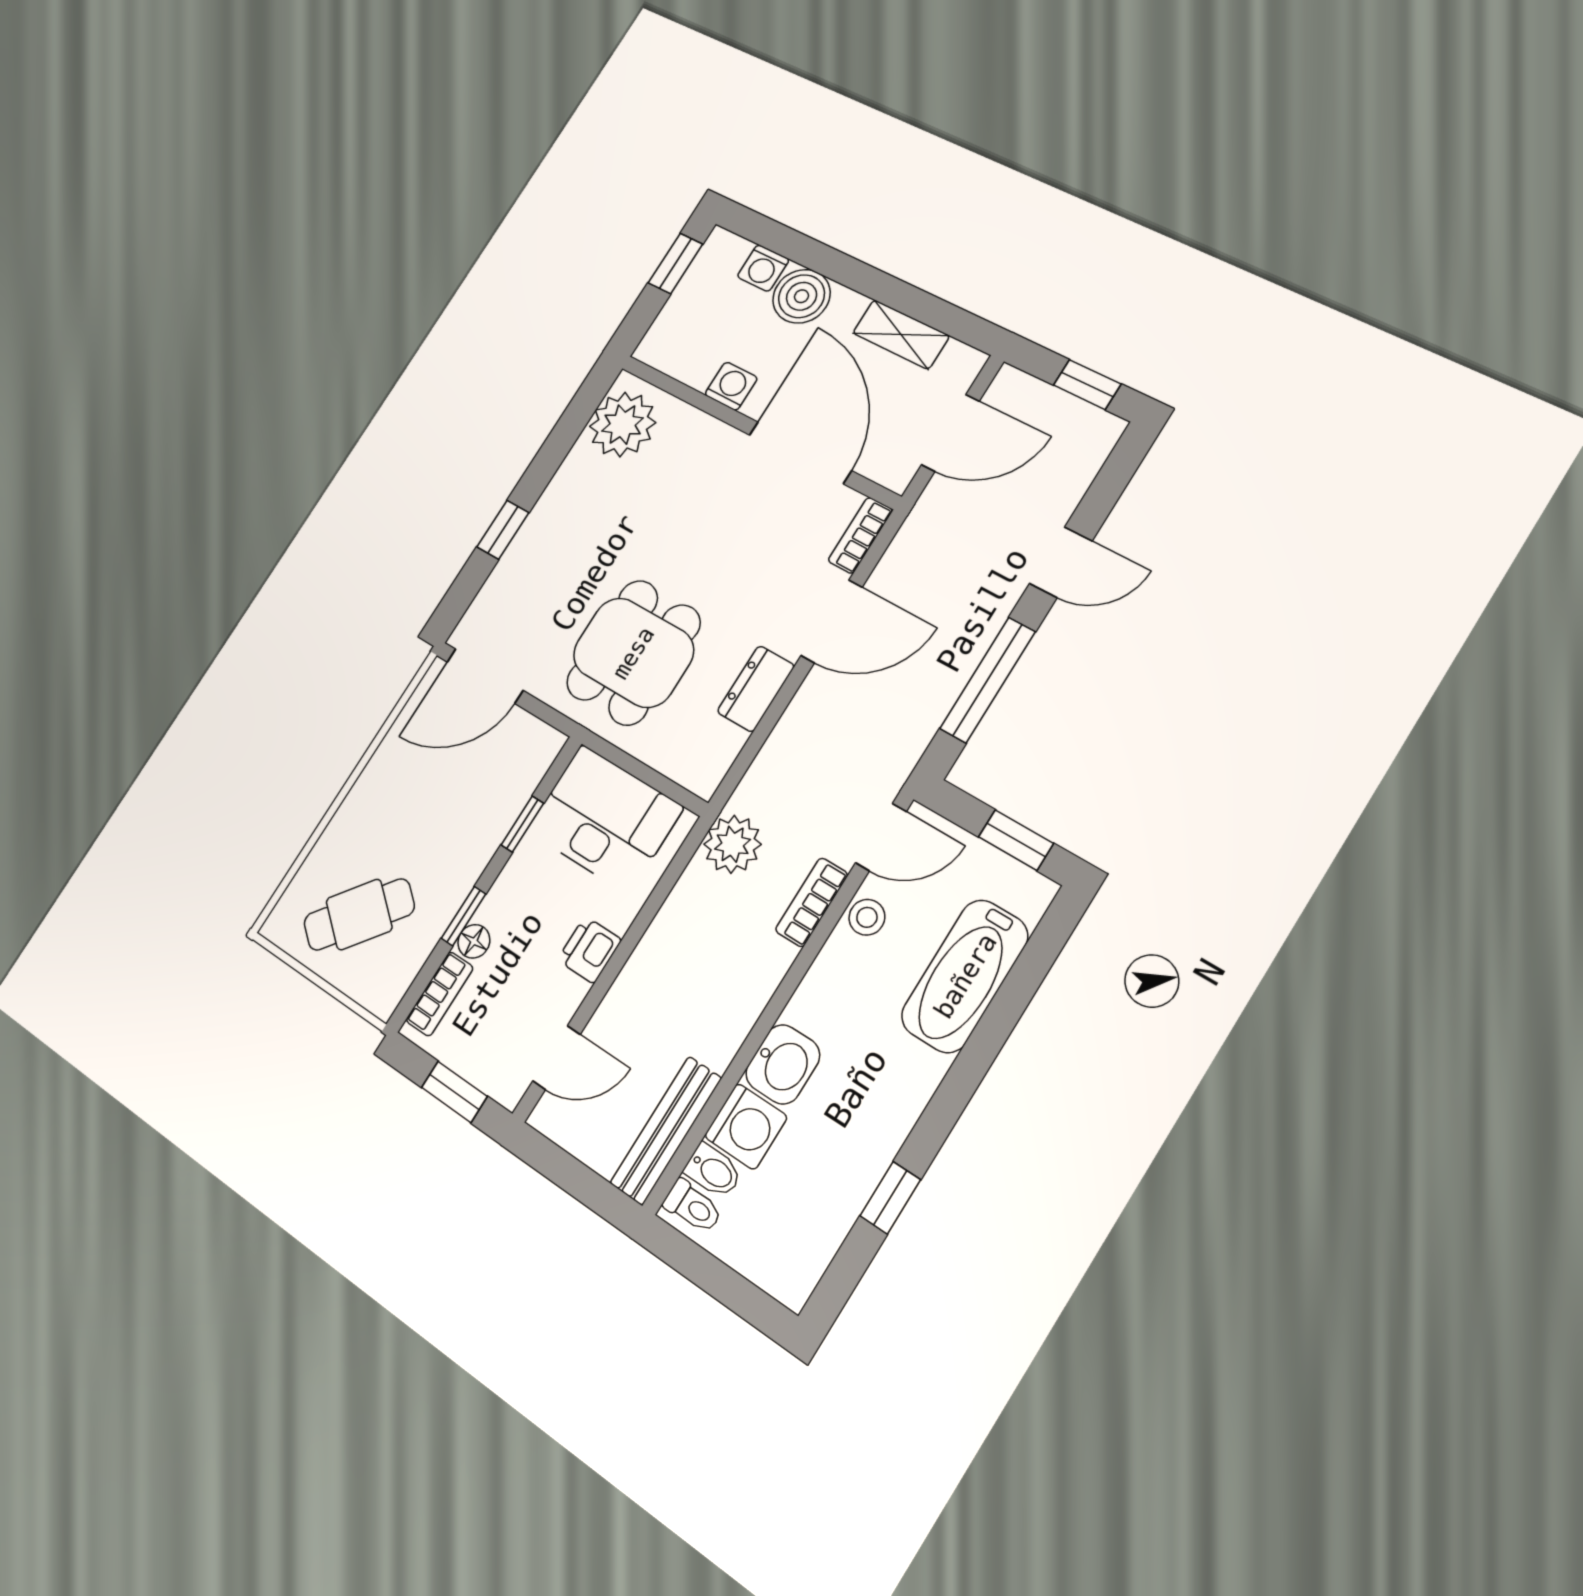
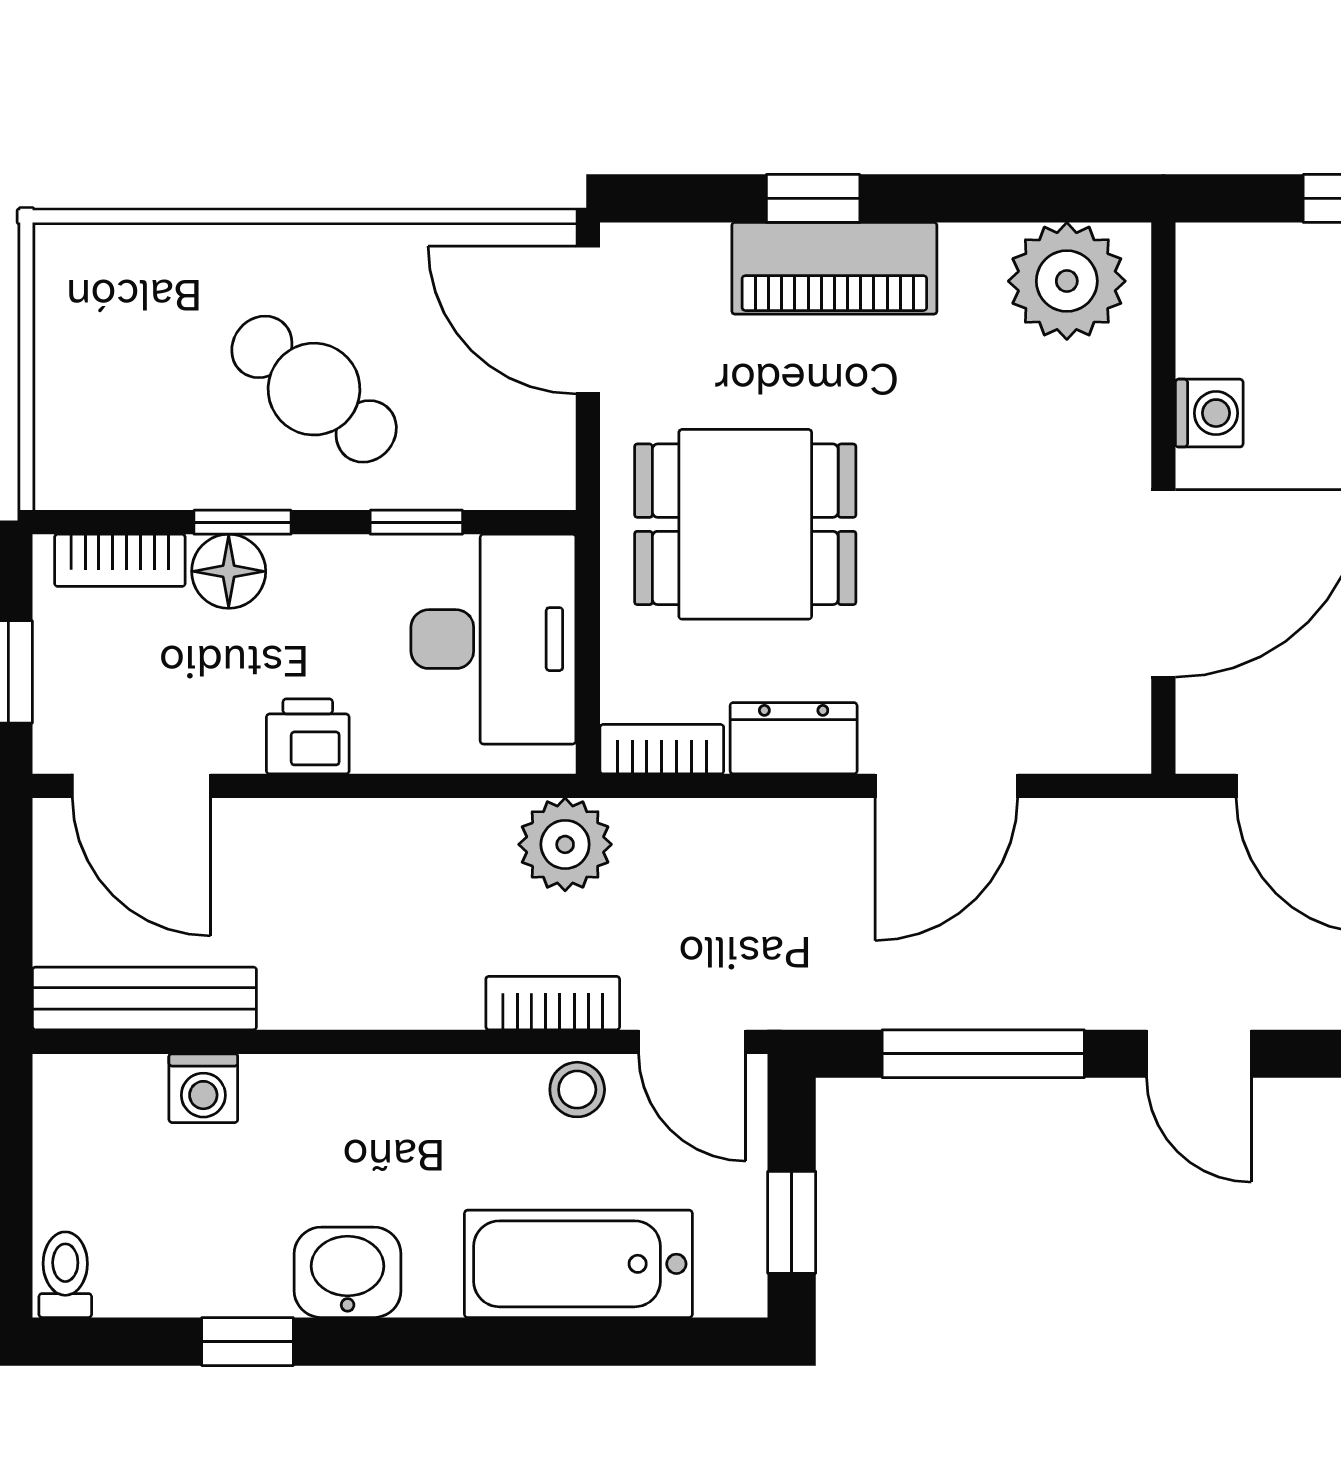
bookcase: (860, 535) -> (662, 749), moved
piano: (542, 537) -> (834, 268), added
door: (832, 621) -> (946, 786), hinge flipped
cafe table: (359, 915) -> (314, 389), moved
floor lamp: (474, 941) -> (229, 571), width x1.37, depth x1.37
door: (556, 1058) -> (141, 786), width x1.38
washbasin: (783, 1064) -> (348, 1272), moved, turned 180
washing machine: (746, 1127) -> (203, 1088), width x0.73, depth x0.73
bidet: (713, 1171) -> (135, 1094), removed
toilet: (693, 1207) -> (65, 1275), moved, turned 180

